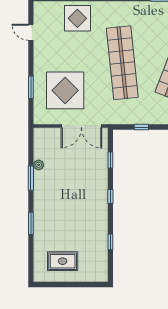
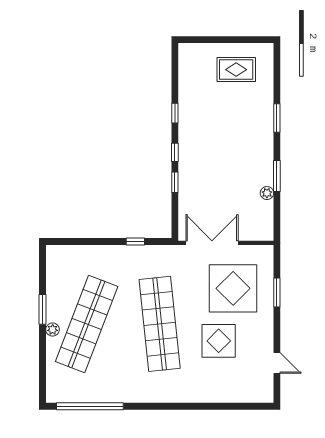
display table: (77, 18) -> (219, 341), moved
window: (110, 160) -> (175, 182), moved
window: (110, 242) -> (175, 113), moved

